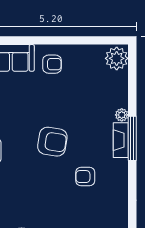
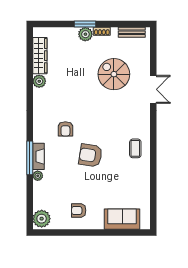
armchair: (52, 64) -> (79, 210), moved
armchair: (85, 177) -> (65, 129), turned 90

